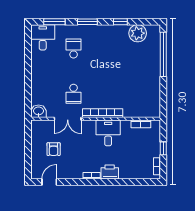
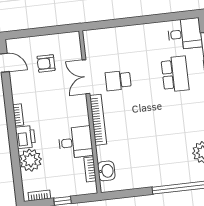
school desk: (74, 48) -> (175, 74), width x1.85
washbasin: (39, 111) -> (106, 171), moved
desk: (108, 133) -> (76, 142), moved
plant: (128, 170) -> (30, 160), added

